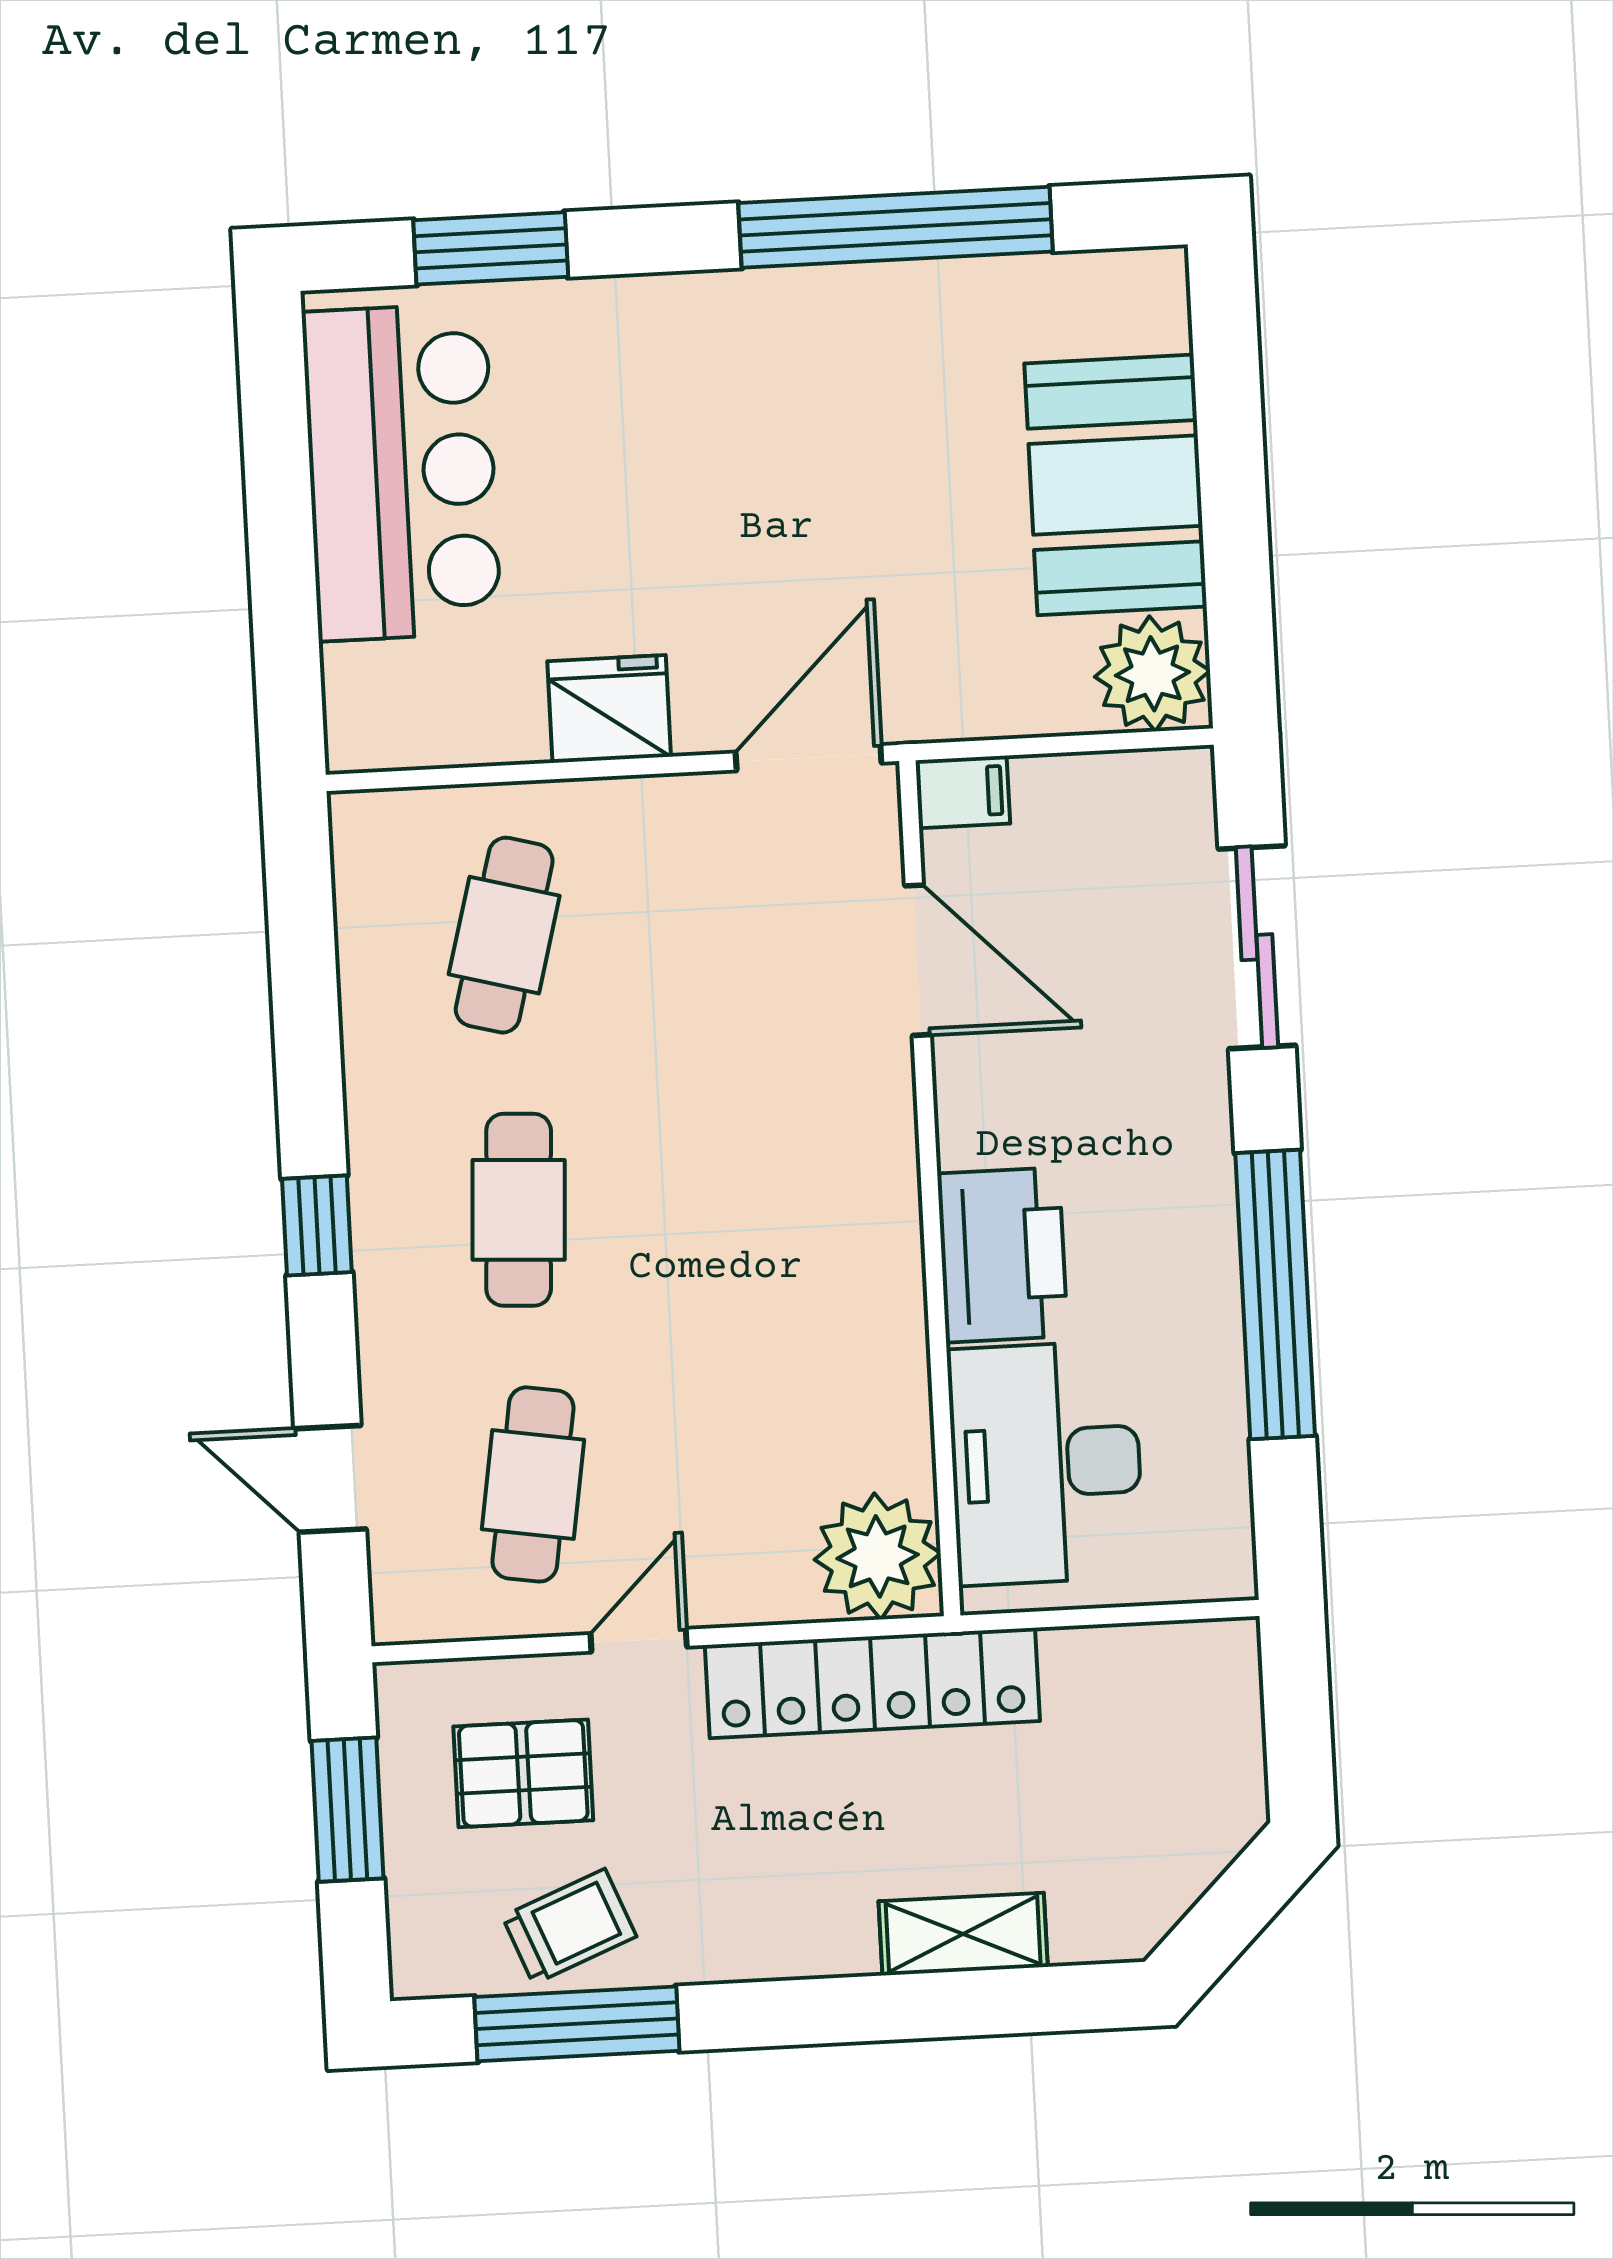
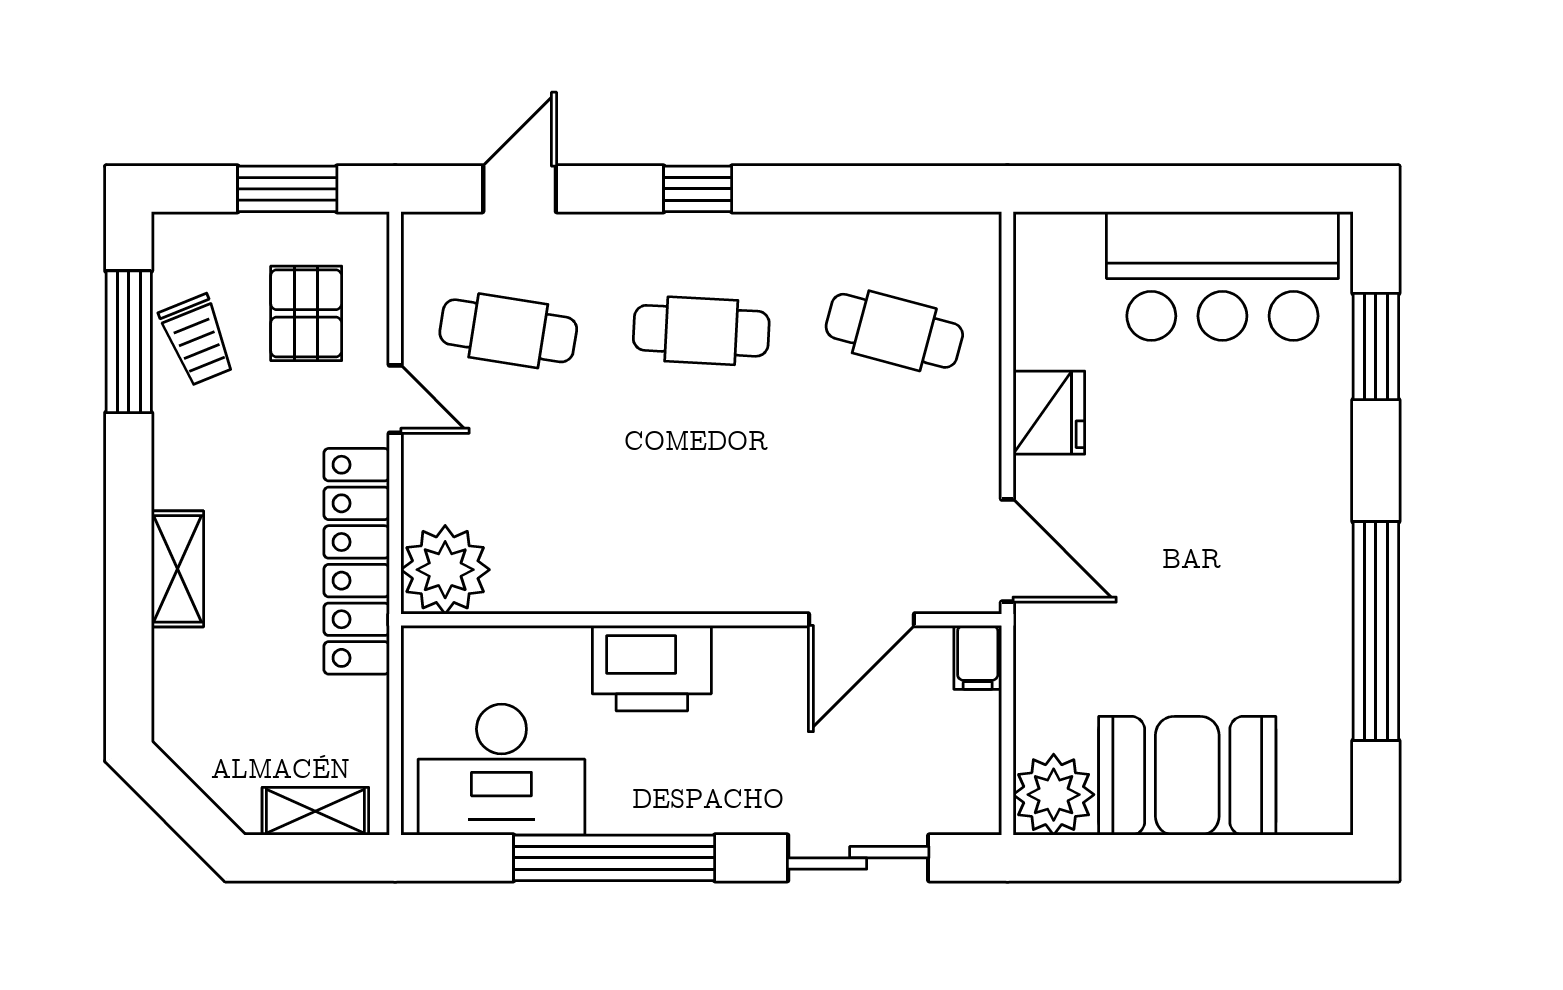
desk: (1046, 1463) -> (501, 770), moved, turned 180
shelving: (1231, 1723) -> (315, 811), added
shelving: (963, 1934) -> (177, 569), moved

